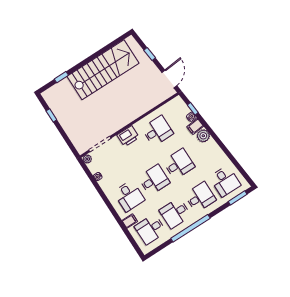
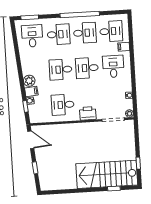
stairs: (103, 70) -> (107, 174), moved
door: (169, 79) -> (31, 140), swing flipped
desk: (200, 197) -> (58, 34), turned 180

